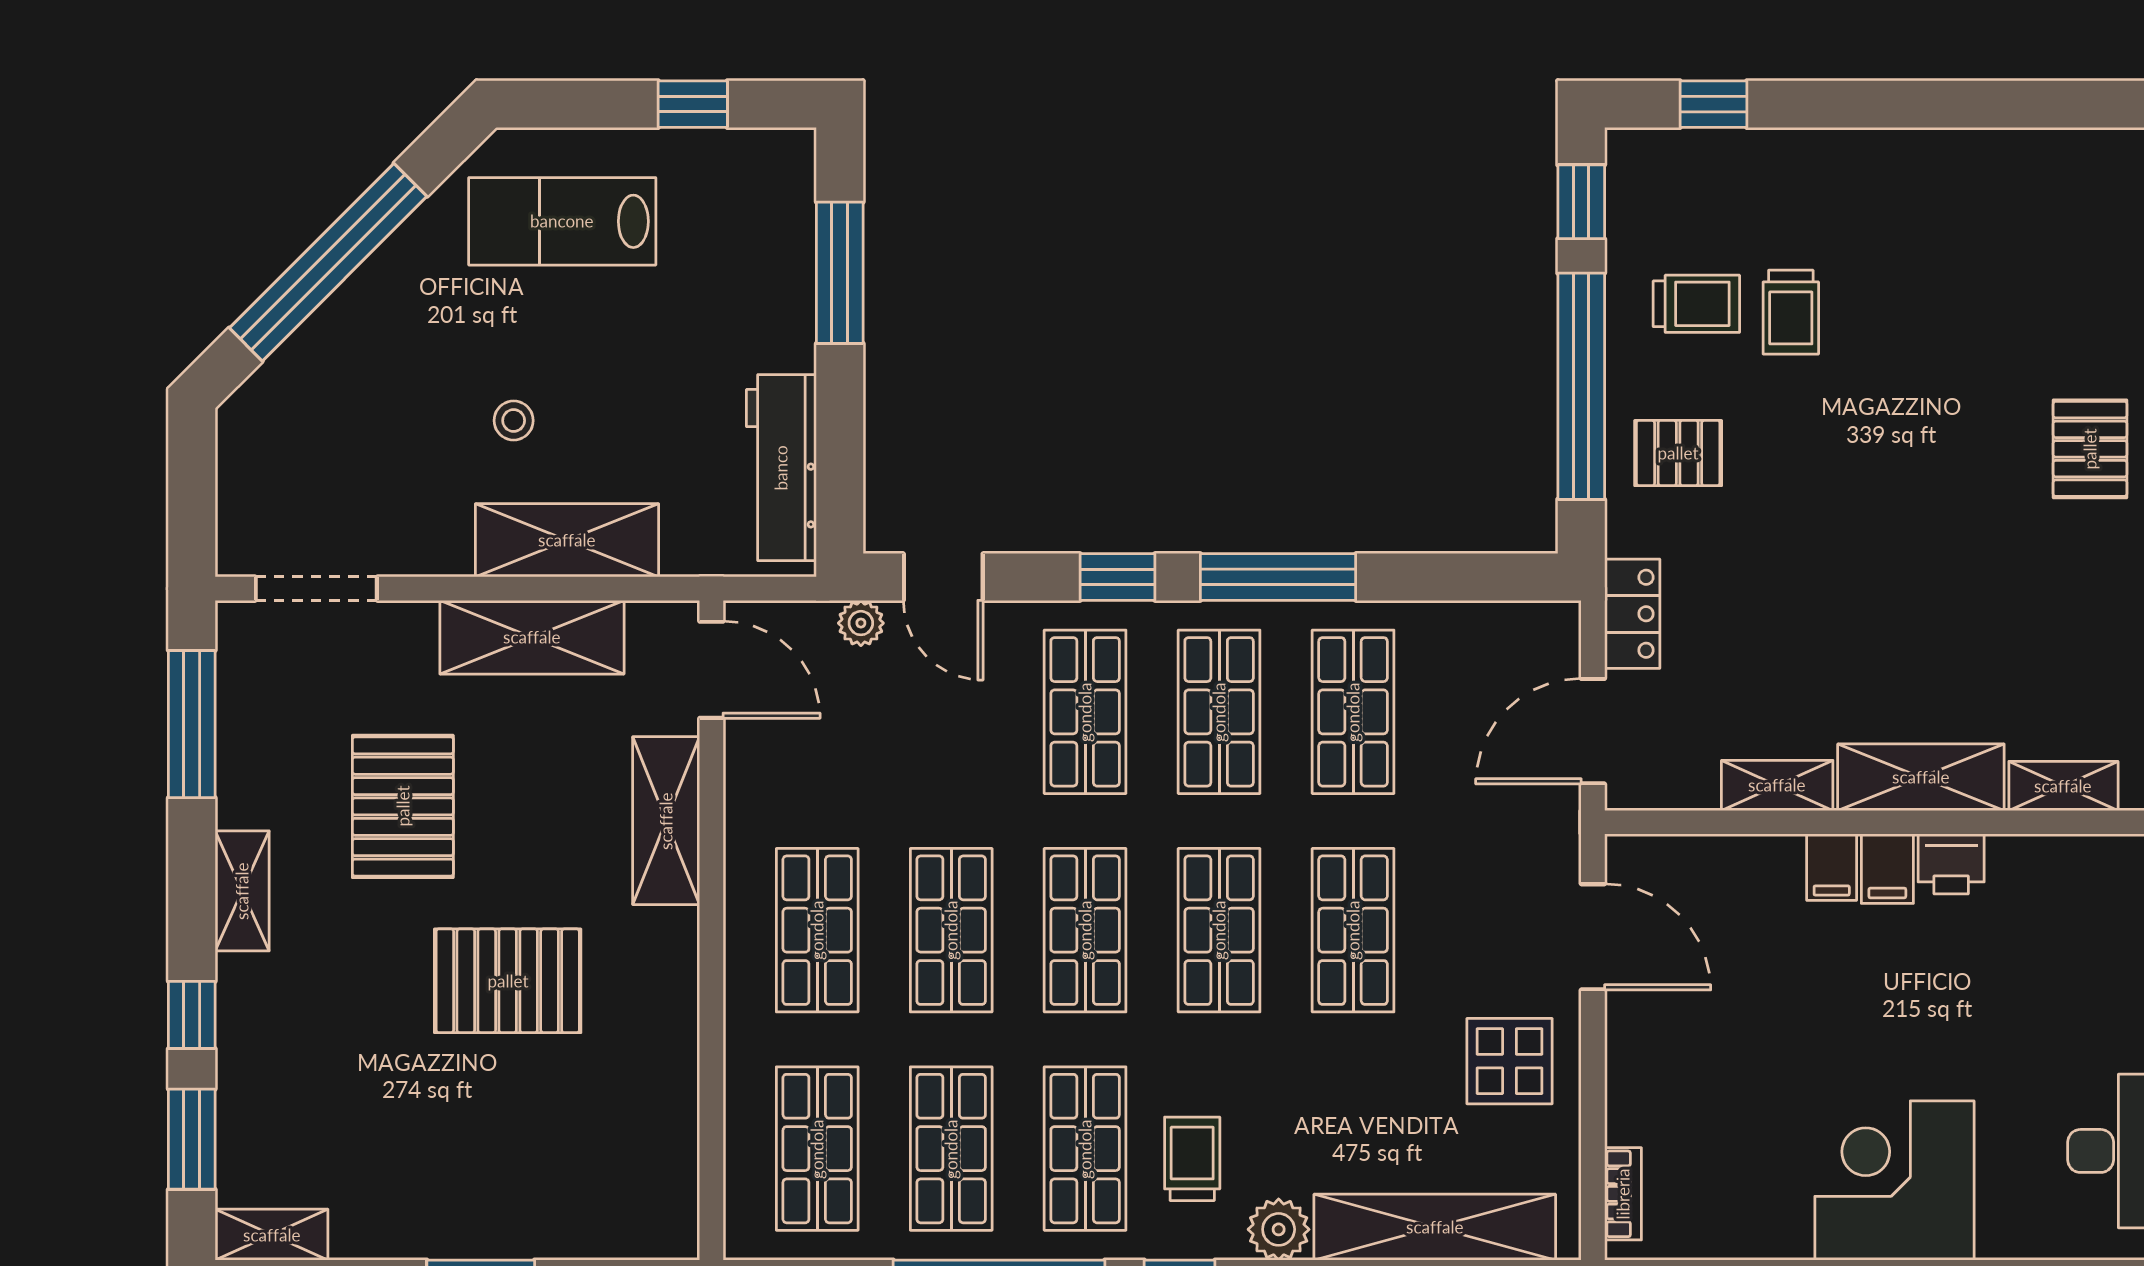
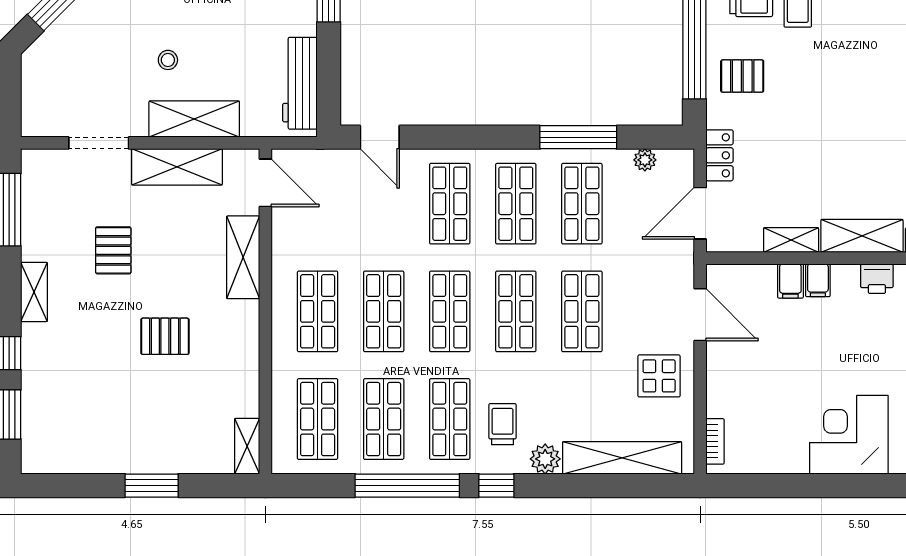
window: (1118, 577) -> (466, 137), removed
window: (1278, 577) -> (578, 137), moved
doorway: (316, 589) -> (99, 143), moved
plant: (861, 623) -> (645, 160), moved
pallet: (403, 806) -> (113, 250), width x0.67, depth x0.71
filing cabinet: (1887, 869) -> (790, 281), moved
pallet: (508, 981) -> (165, 336), width x0.67, depth x0.71
shelving: (272, 1235) -> (247, 446), moved, turned 90

